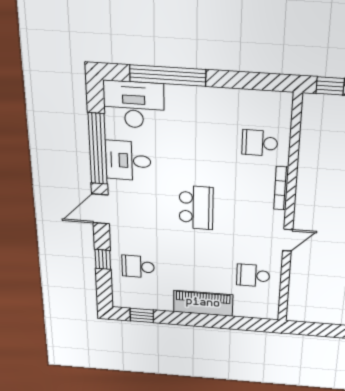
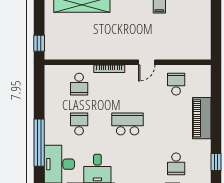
school desk: (197, 139) -> (79, 124), added
door: (288, 240) -> (147, 62), swing flipped
school desk: (253, 275) -> (176, 84), turned 180

